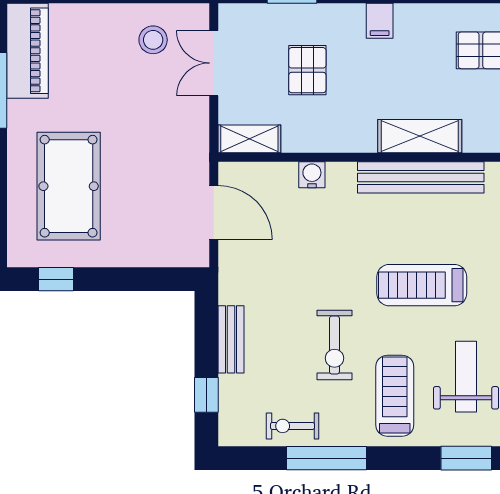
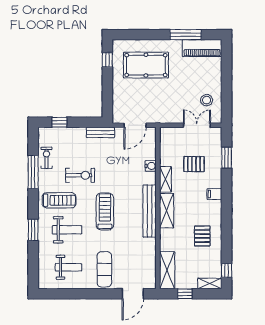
shelving: (249, 139) -> (166, 179), moved
bench: (231, 339) -> (100, 132), moved
exercise bike: (334, 345) -> (80, 175), turned 180

